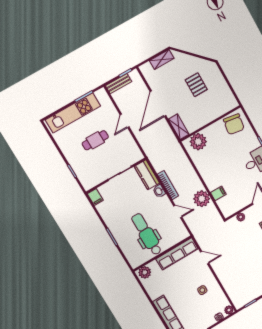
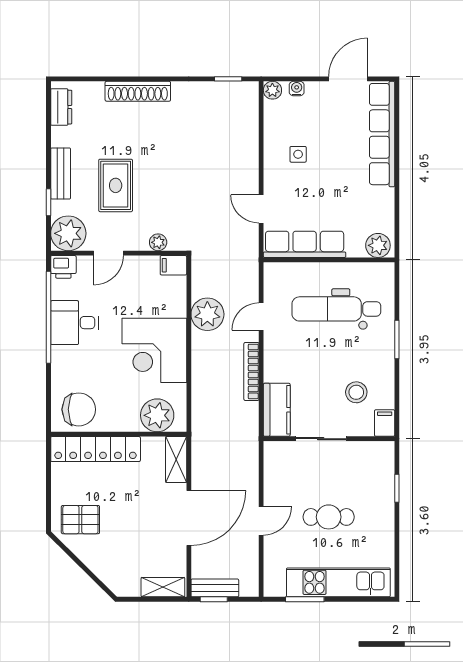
shelving: (162, 60) -> (163, 587), moved
bench: (119, 84) -> (215, 588), moved
pallet: (196, 85) -> (80, 520), moved, turned 90
locker: (217, 111) -> (96, 449), added
chair: (234, 124) -> (79, 409), turned 81
corner desk: (216, 169) -> (154, 350), added
washbasin: (159, 191) -> (273, 370), removed
filing cabinet: (218, 193) -> (173, 265), moved
stool: (116, 203) -> (356, 392), added
door: (178, 212) -> (261, 317), hinge flipped
dental chair: (147, 234) -> (336, 309), turned 90

